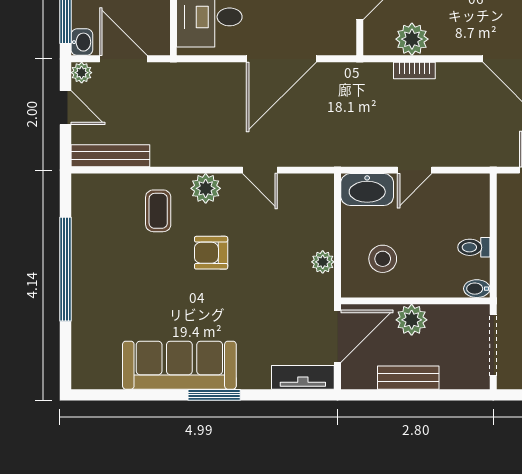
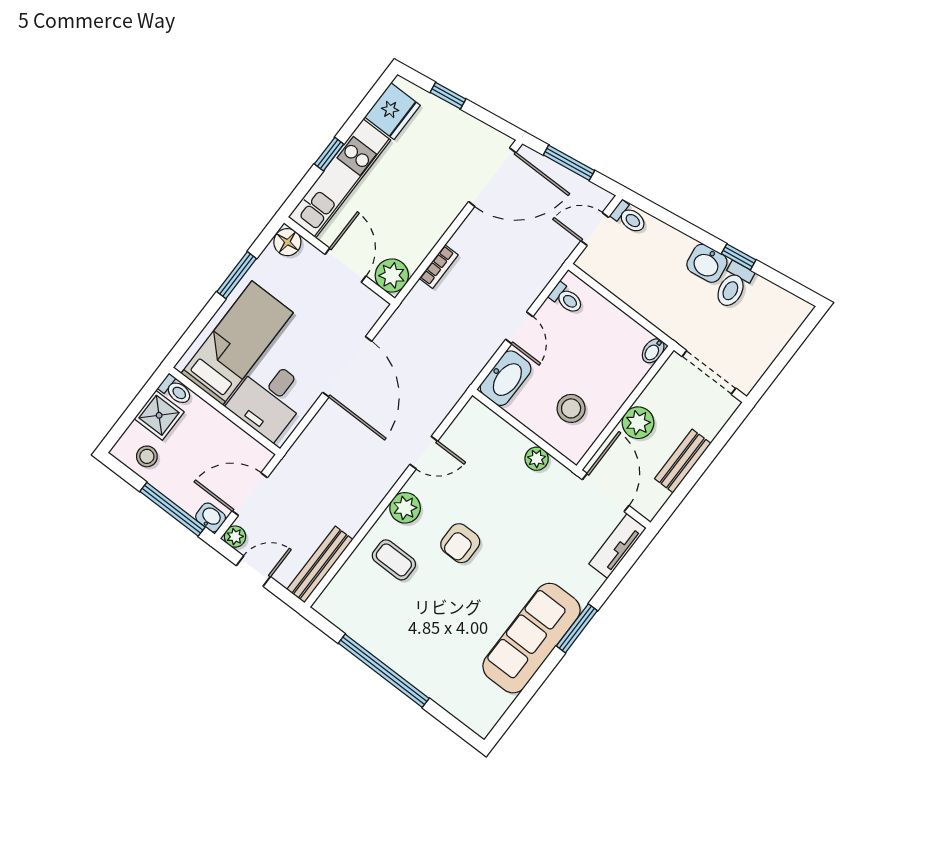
plant: (412, 39) -> (392, 275), moved
toilet: (474, 247) -> (566, 299), moved, turned -90

